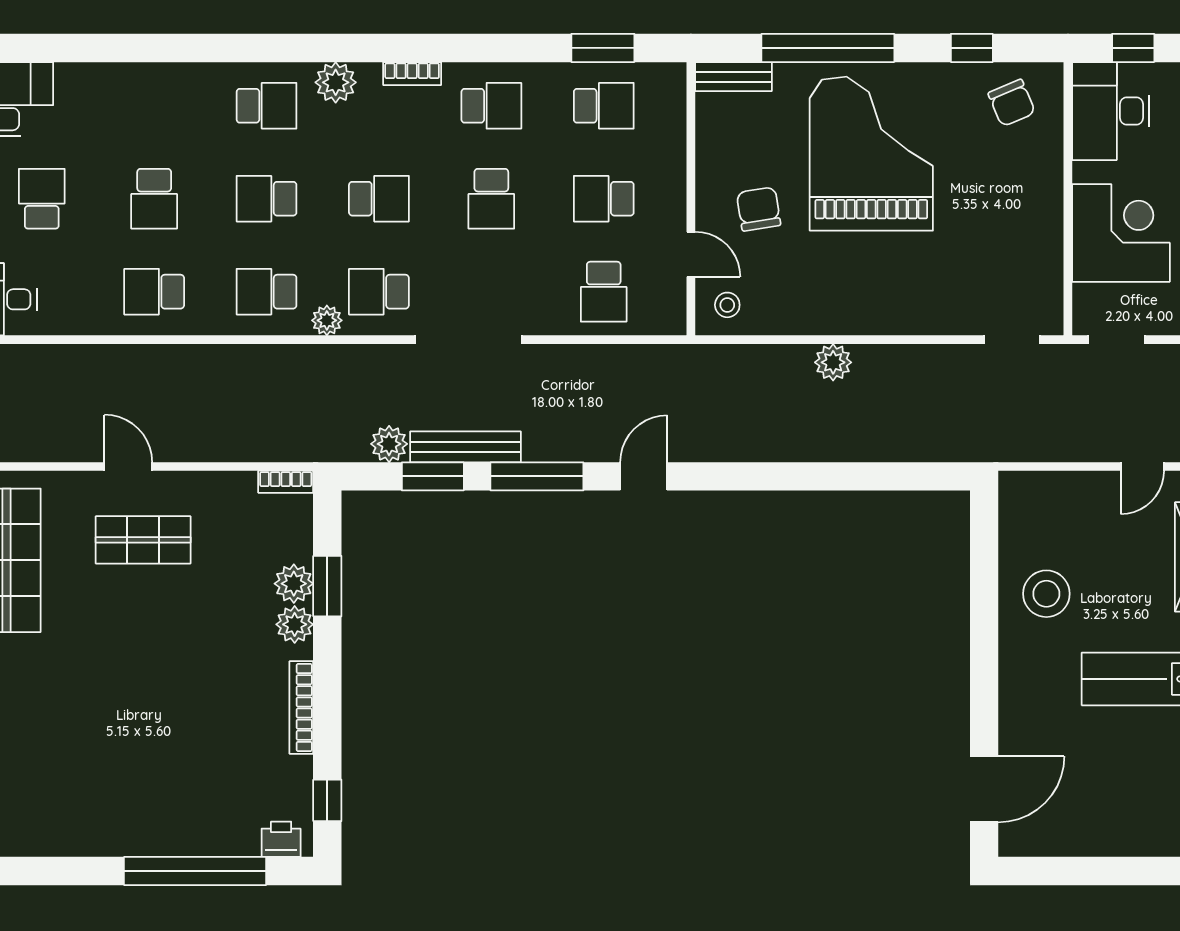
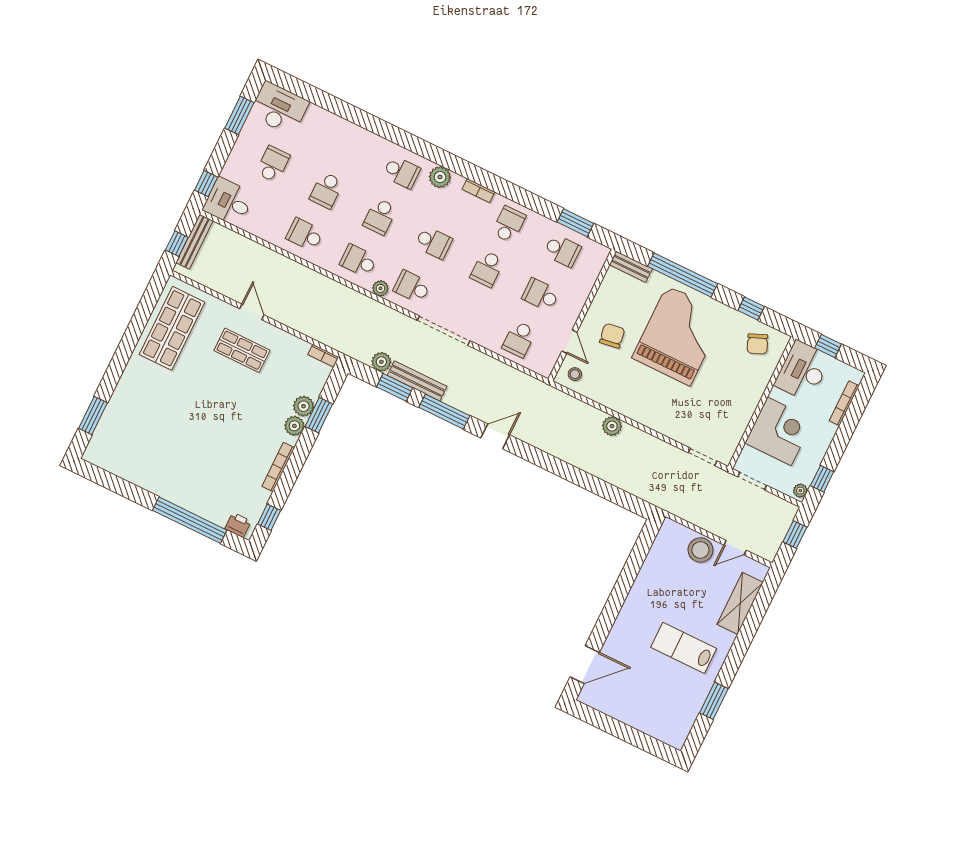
school desk: (491, 106) -> (509, 224), turned -90
school desk: (267, 199) -> (380, 216), turned -90
stool: (1046, 594) -> (700, 550), moved

